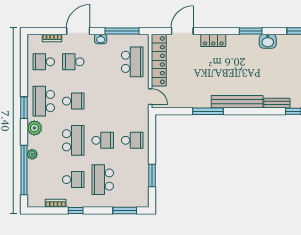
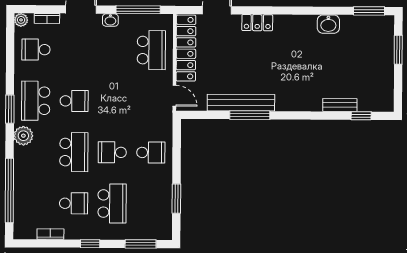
window: (251, 31) -> (306, 11), removed
school desk: (73, 62) -> (74, 50), removed
bench: (237, 102) -> (241, 103), moved
school desk: (103, 140) -> (112, 152), turned 180
plant: (32, 154) -> (21, 20), moved
school desk: (103, 180) -> (112, 204), turned 180
window: (76, 210) -> (90, 244), moved

